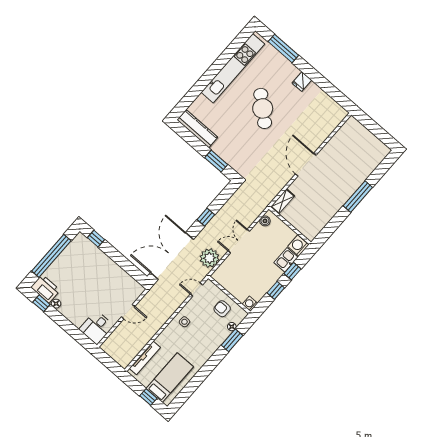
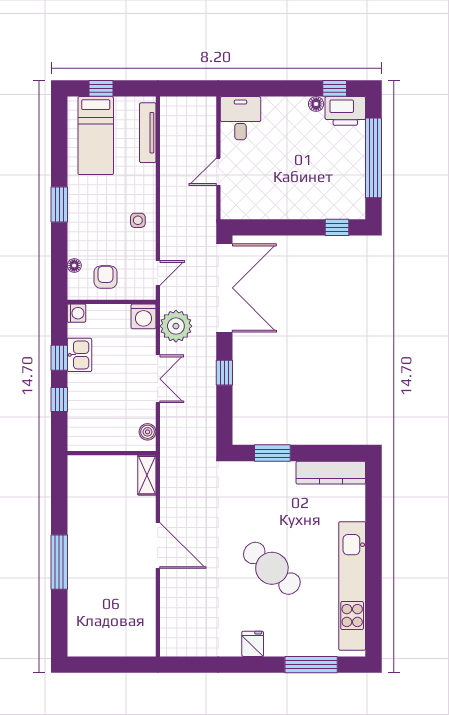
washing machine: (298, 246) -> (143, 316), moved, turned 90
kitchen sink: (286, 260) -> (79, 355), moved
armchair: (222, 309) -> (106, 277), turned -90
window: (232, 340) -> (59, 205), moved

